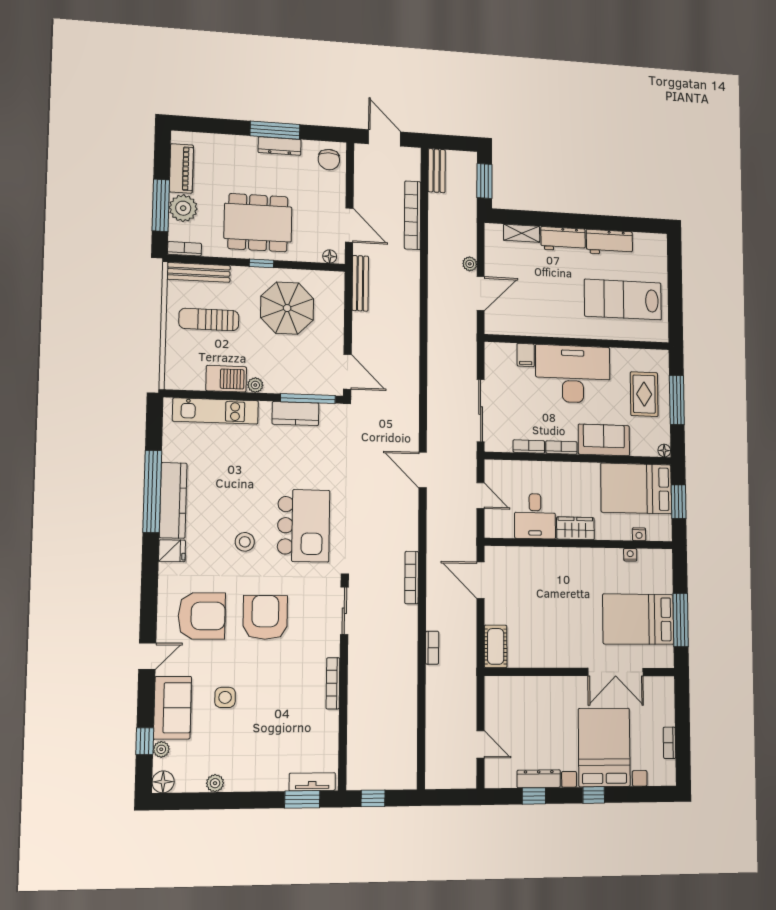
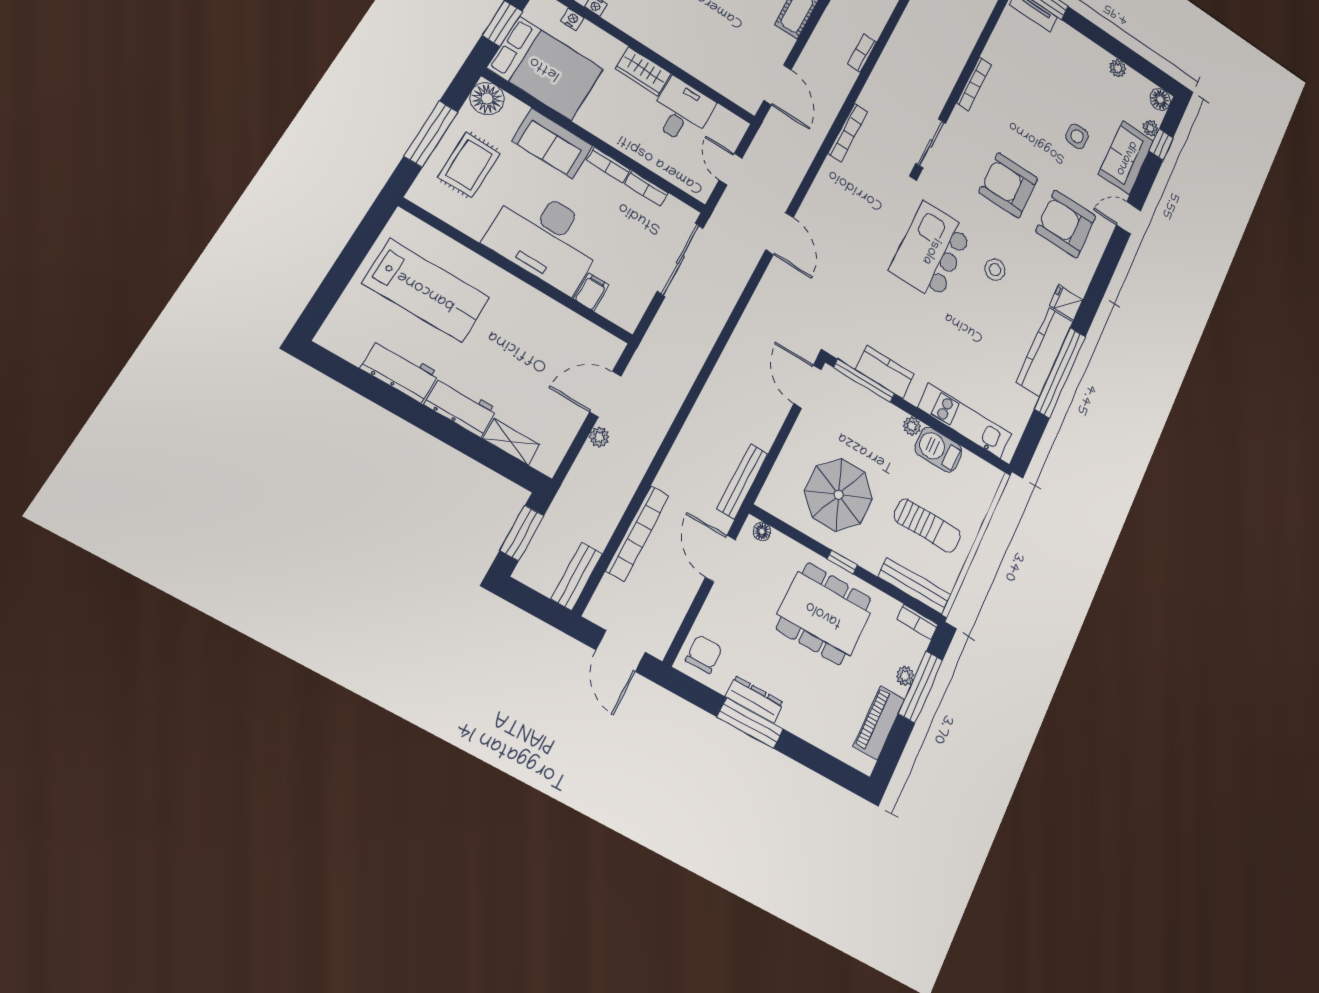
plant: (183, 208) -> (905, 676), width x0.53, depth x0.53
floor lamp: (664, 451) -> (487, 98), width x1.89, depth x1.89
armchair: (265, 617) -> (1008, 185), turned 90

